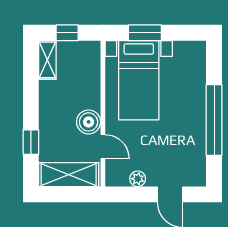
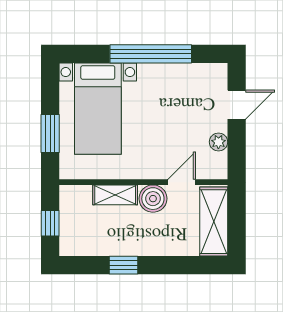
shelving: (47, 60) -> (115, 195), moved
bed with nightstands: (139, 80) -> (98, 109), moved, turned 90
window: (31, 142) -> (123, 265), moved

